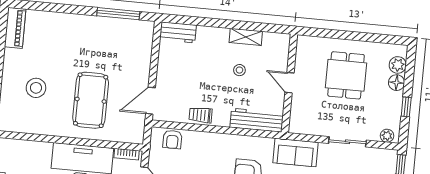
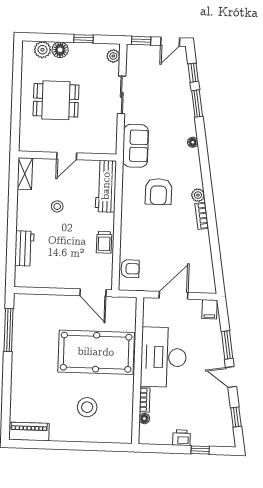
workbench: (178, 32) -> (24, 248), moved
shelving: (246, 37) -> (25, 174), moved
pool table: (91, 100) -> (96, 352), width x1.36, depth x1.32
floor lamp: (21, 145) -> (144, 419), added
bookcase: (127, 154) -> (145, 400), moved

